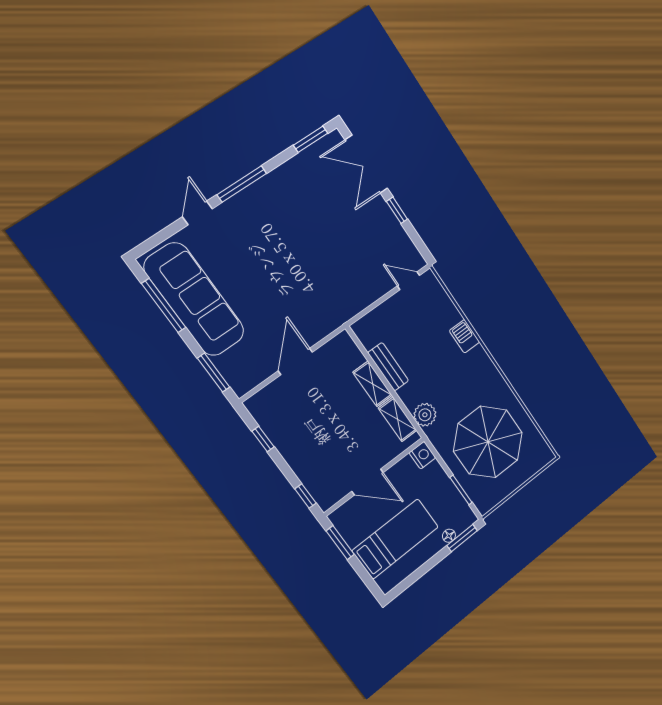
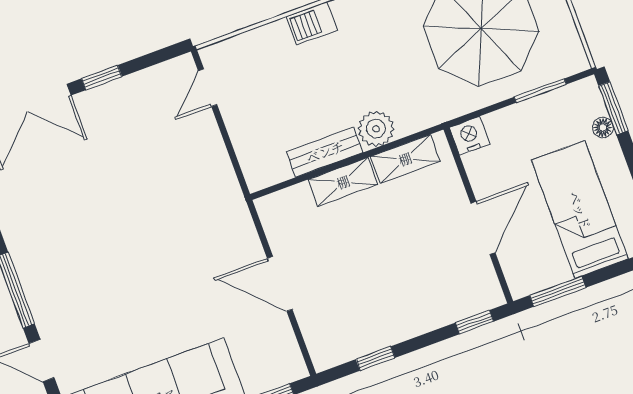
plant: (425, 415) -> (376, 129), moved

